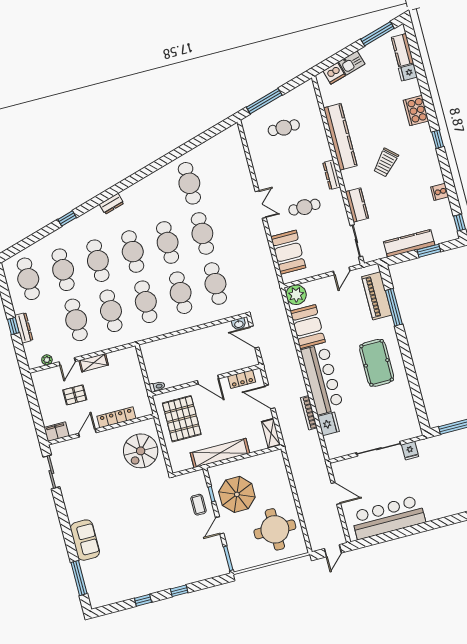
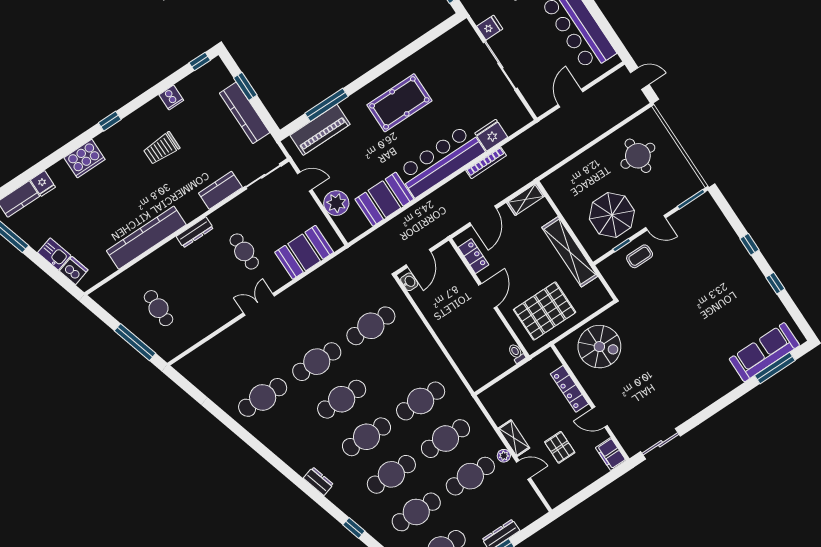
trolley: (386, 163) -> (161, 148), moved, turned 138
cafe table: (181, 293) -> (396, 363), removed
plant: (296, 295) -> (336, 203), moved
plant: (47, 360) -> (504, 456), moved
round table: (275, 529) -> (638, 156), width x0.73, depth x0.73
sofa: (85, 540) -> (764, 352), moved, width x1.36

